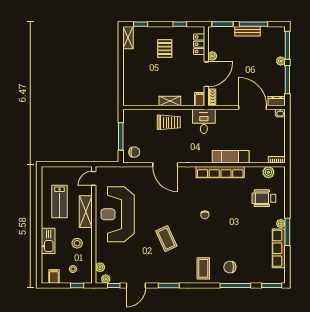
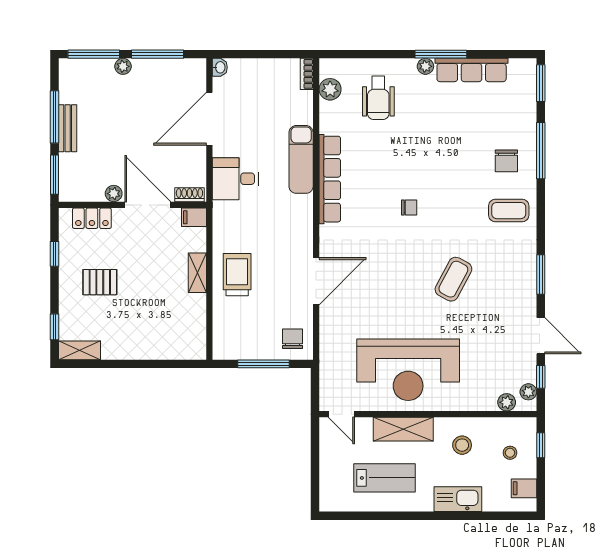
dresser: (277, 101) -> (197, 74), removed
desk: (204, 121) -> (235, 179), moved
coffee table: (166, 239) -> (453, 279), turned -37

